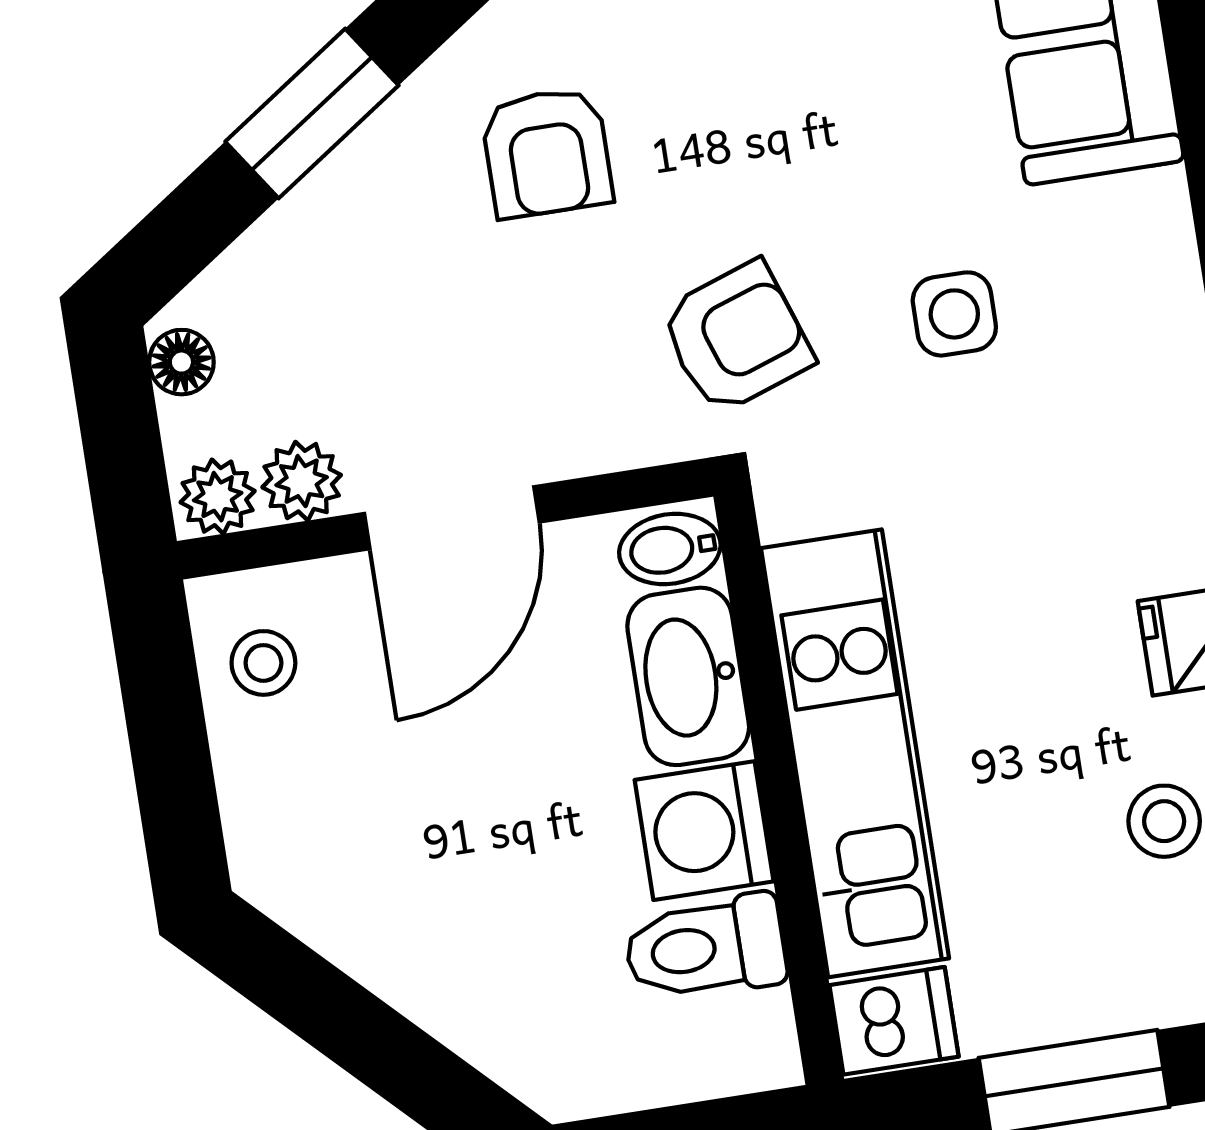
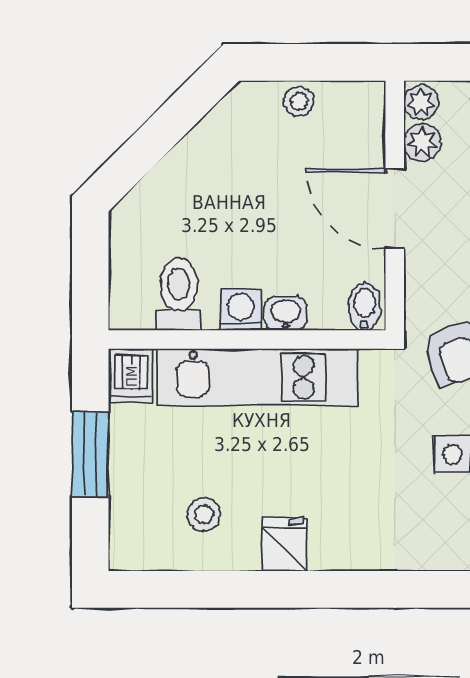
stool: (263, 663) -> (299, 101), moved
washbasin: (688, 676) -> (286, 314), width x0.52, depth x0.69
washing machine: (704, 831) -> (240, 310), width x0.73, depth x0.73

